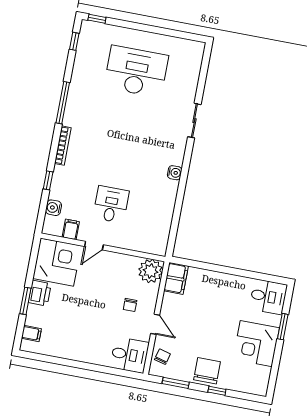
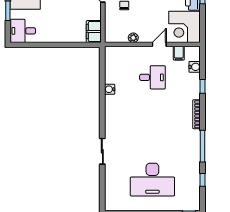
window: (74, 41) -> (203, 180), moved
water cooler: (175, 173) -> (110, 89), moved
desk: (111, 204) -> (152, 77), turned -90
plant: (151, 271) -> (133, 38), moved, width x0.53, depth x0.53

